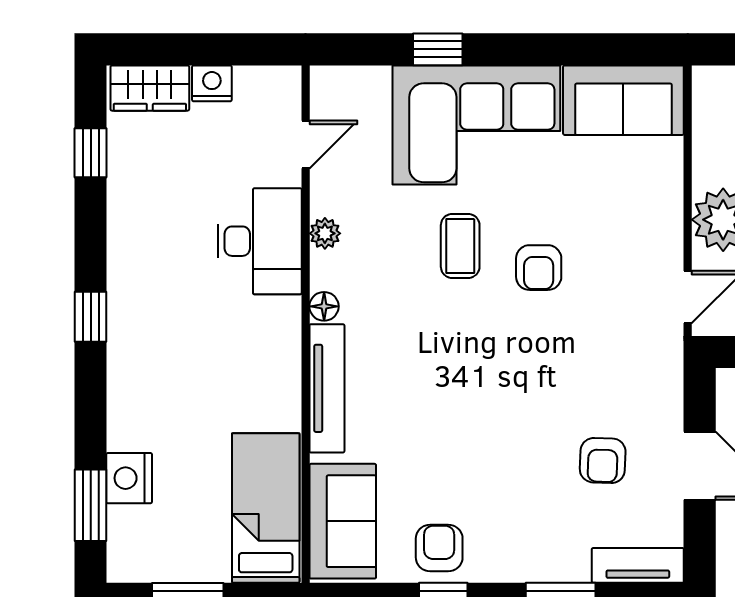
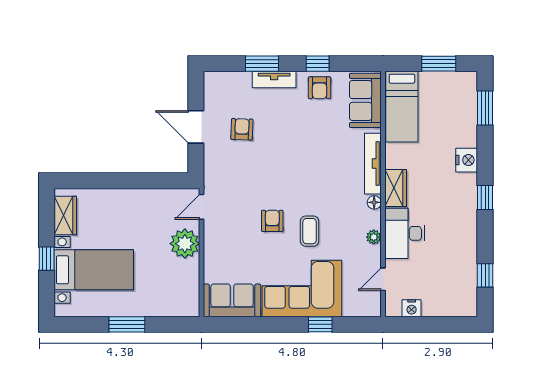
nightstand: (212, 83) -> (412, 308), moved
wardrobe: (150, 88) -> (396, 188), moved, turned 90
nightstand: (129, 478) -> (467, 160), moved
tv unit: (638, 565) -> (274, 80), moved

